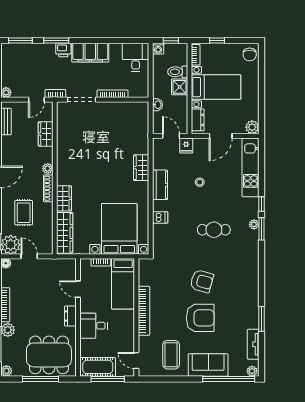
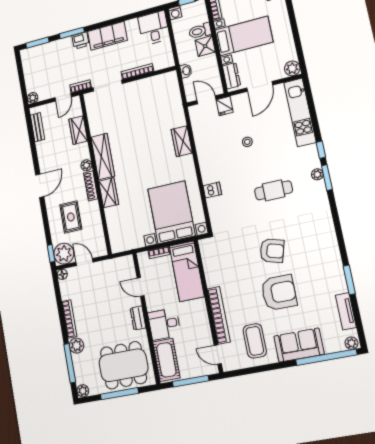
kitchen counter: (160, 185) -> (205, 155), removed
wardrobe: (65, 233) -> (103, 157), moved
bookcase: (144, 311) -> (219, 315), moved
cot: (98, 367) -> (166, 360), moved, turned 90

